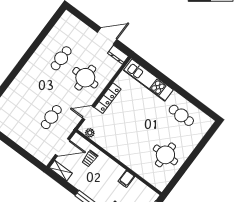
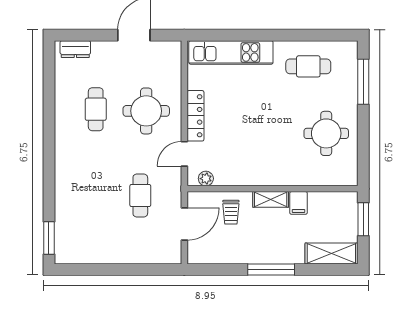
dresser: (118, 55) -> (75, 49), moved
window: (203, 143) -> (363, 82), added
shelving: (61, 171) -> (271, 199), moved

